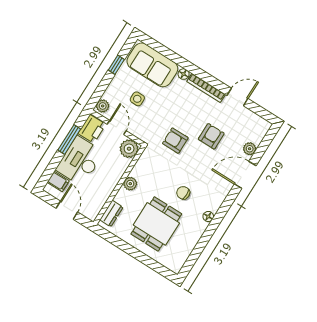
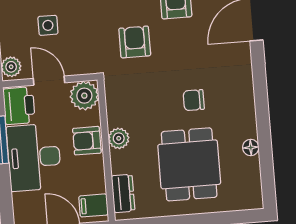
armchair: (175, 141) -> (135, 42), turned 90
armchair: (113, 173) -> (87, 141), added
filing cabinet: (58, 181) -> (94, 205), moved, turned 180
floor lamp: (208, 217) -> (251, 148), moved

